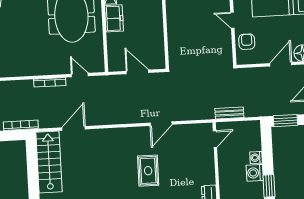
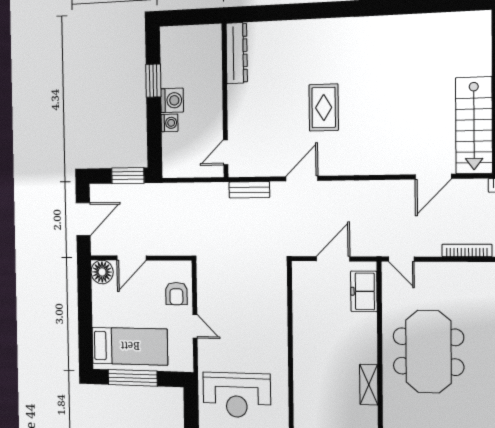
freezer: (114, 18) -> (364, 291), moved
door: (137, 72) -> (333, 259), swing flipped
door: (80, 75) -> (401, 259), moved
bench: (229, 113) -> (249, 190), moved

